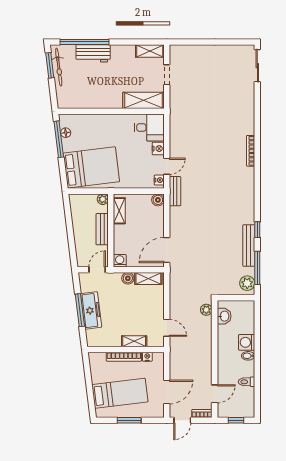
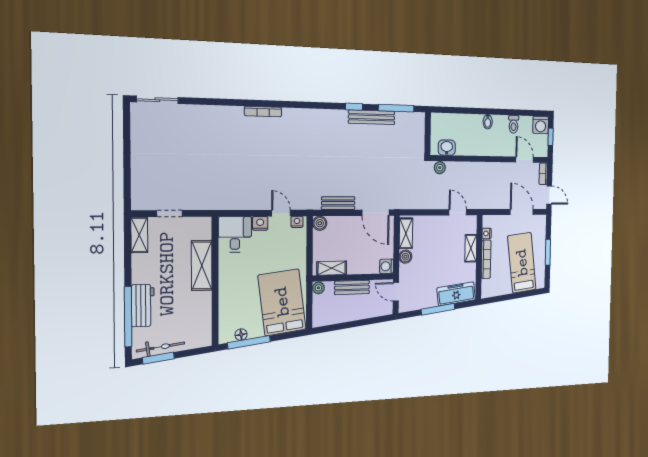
shelving: (143, 100) -> (202, 265), moved
bench: (175, 191) -> (338, 203), moved
plant: (247, 283) -> (412, 120), removed
freezer: (91, 310) -> (456, 294), moved
door: (167, 328) -> (458, 212), hinge flipped
washing machine: (247, 342) -> (541, 125), moved

